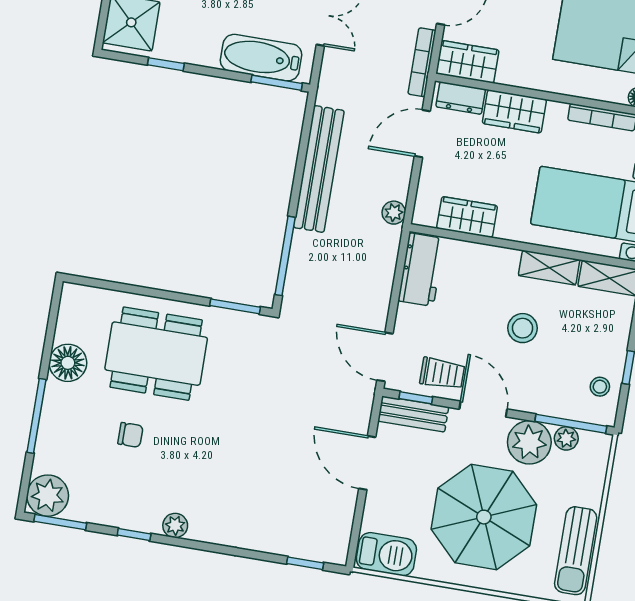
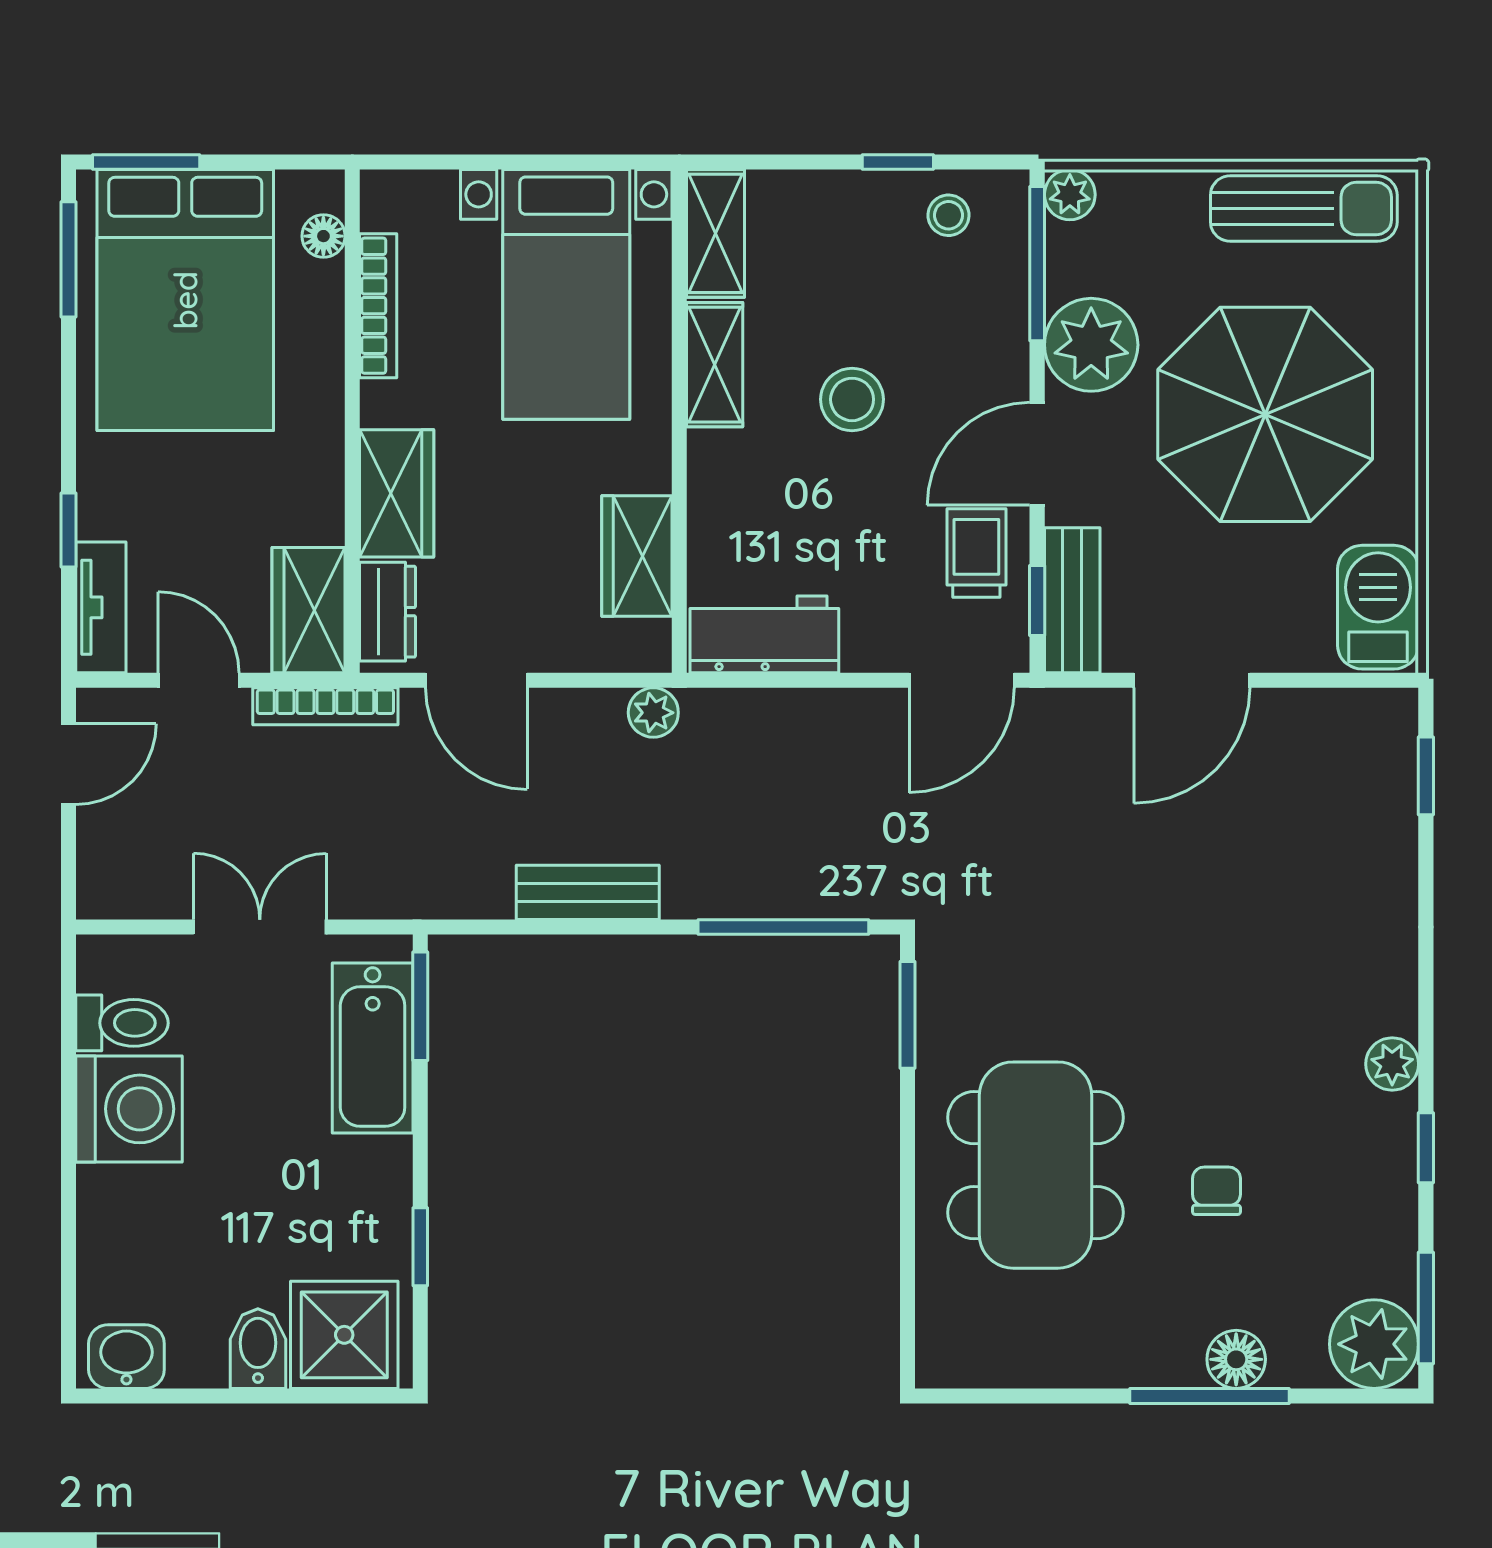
bench: (319, 169) -> (588, 892), width x0.54, depth x0.82
floor lamp: (68, 363) -> (1236, 1359), moved, width x0.73, depth x0.73
plant: (566, 438) -> (1070, 195), moved

